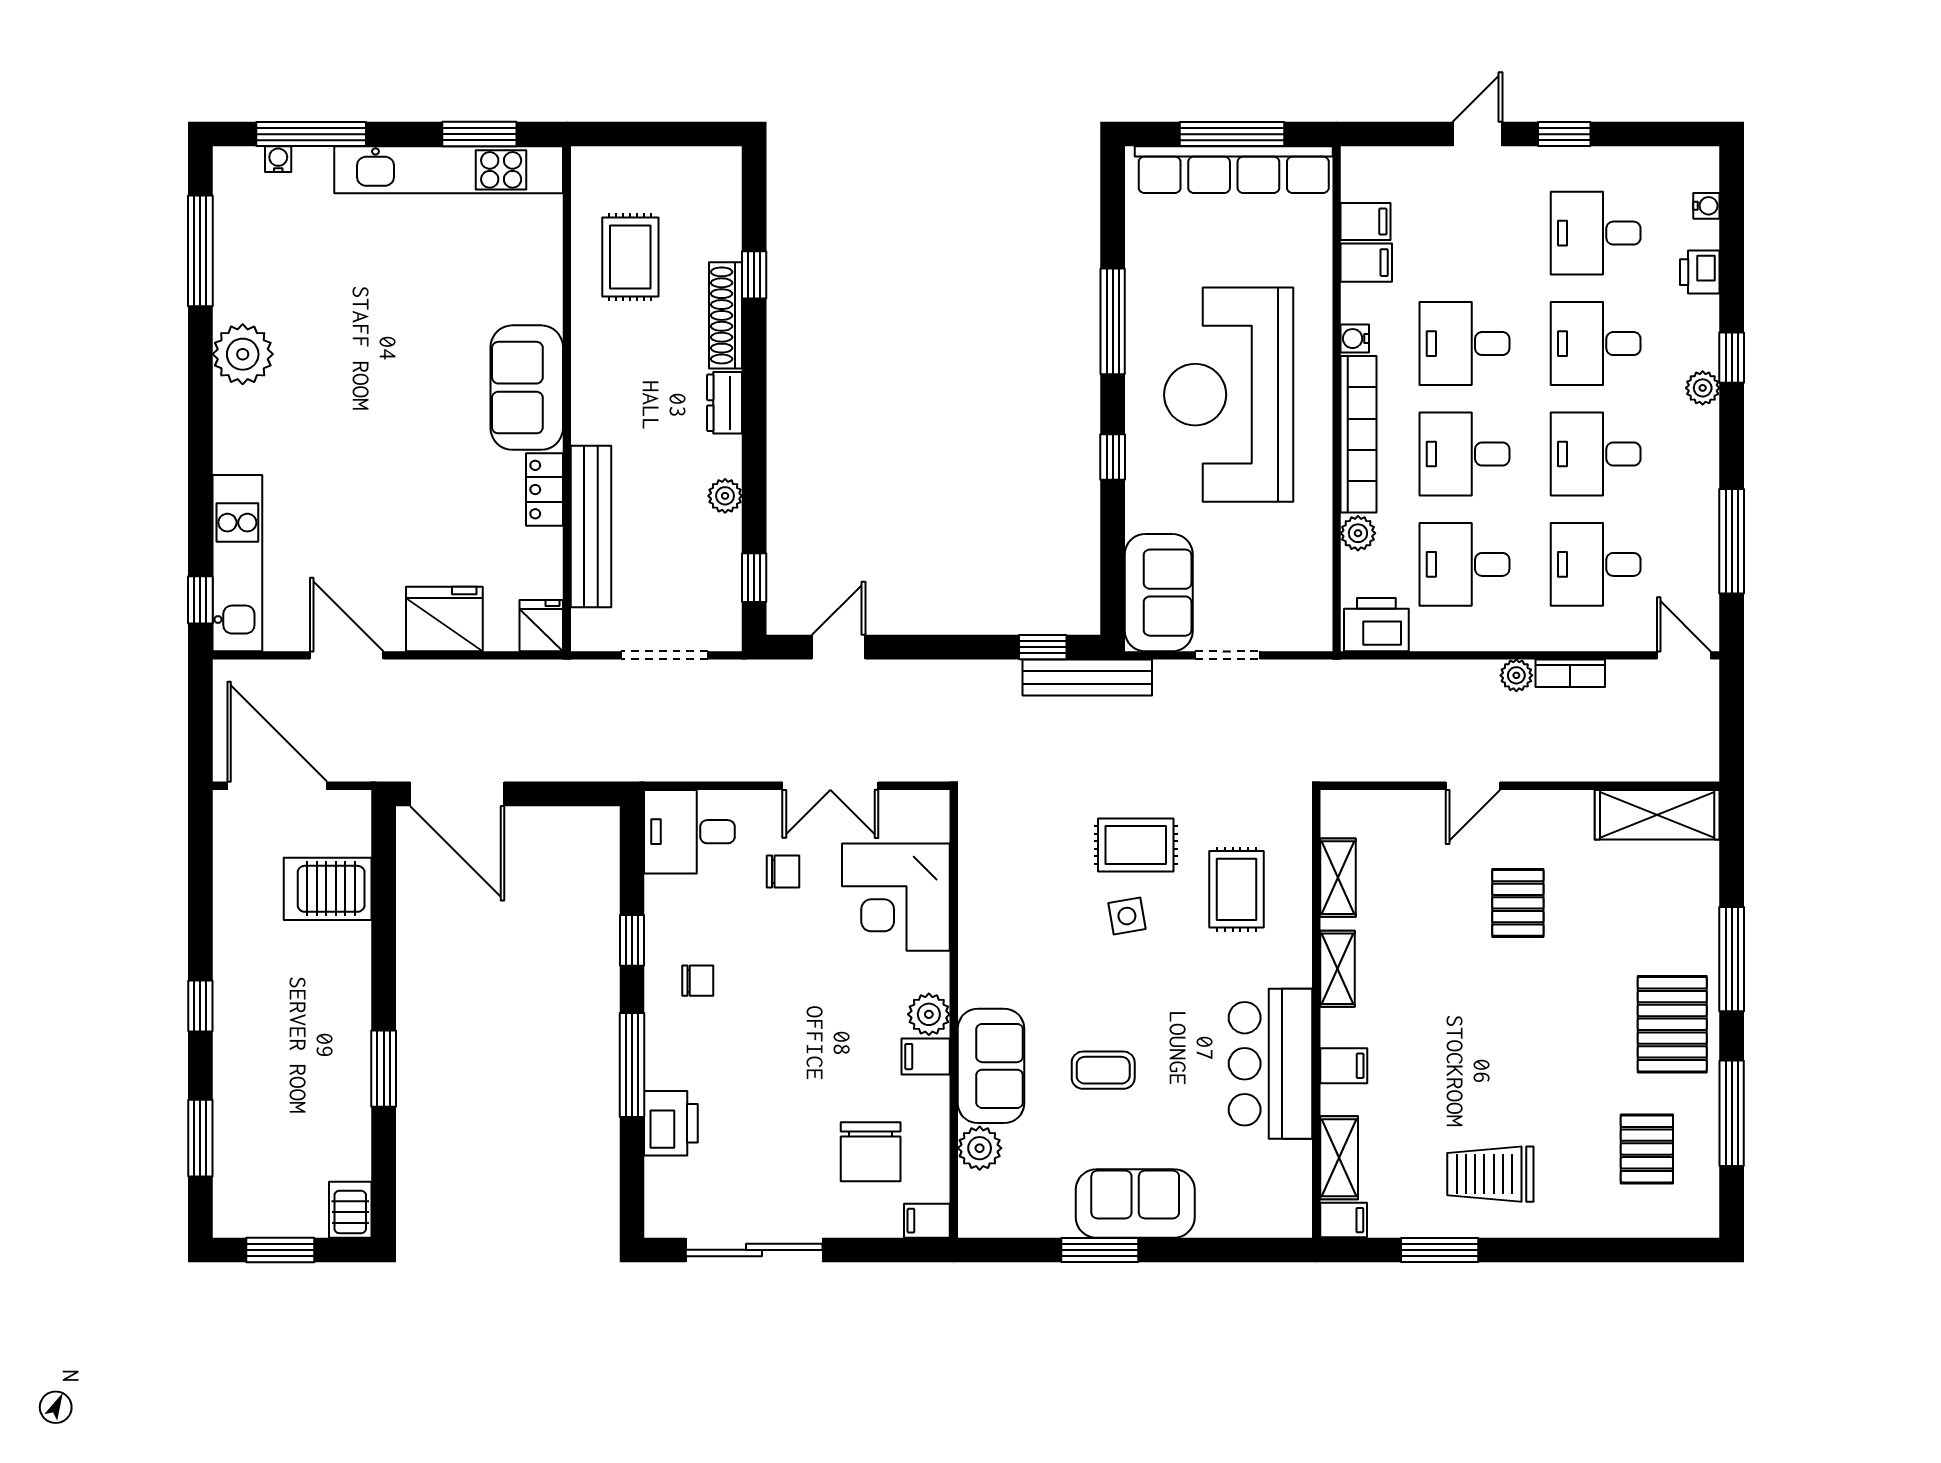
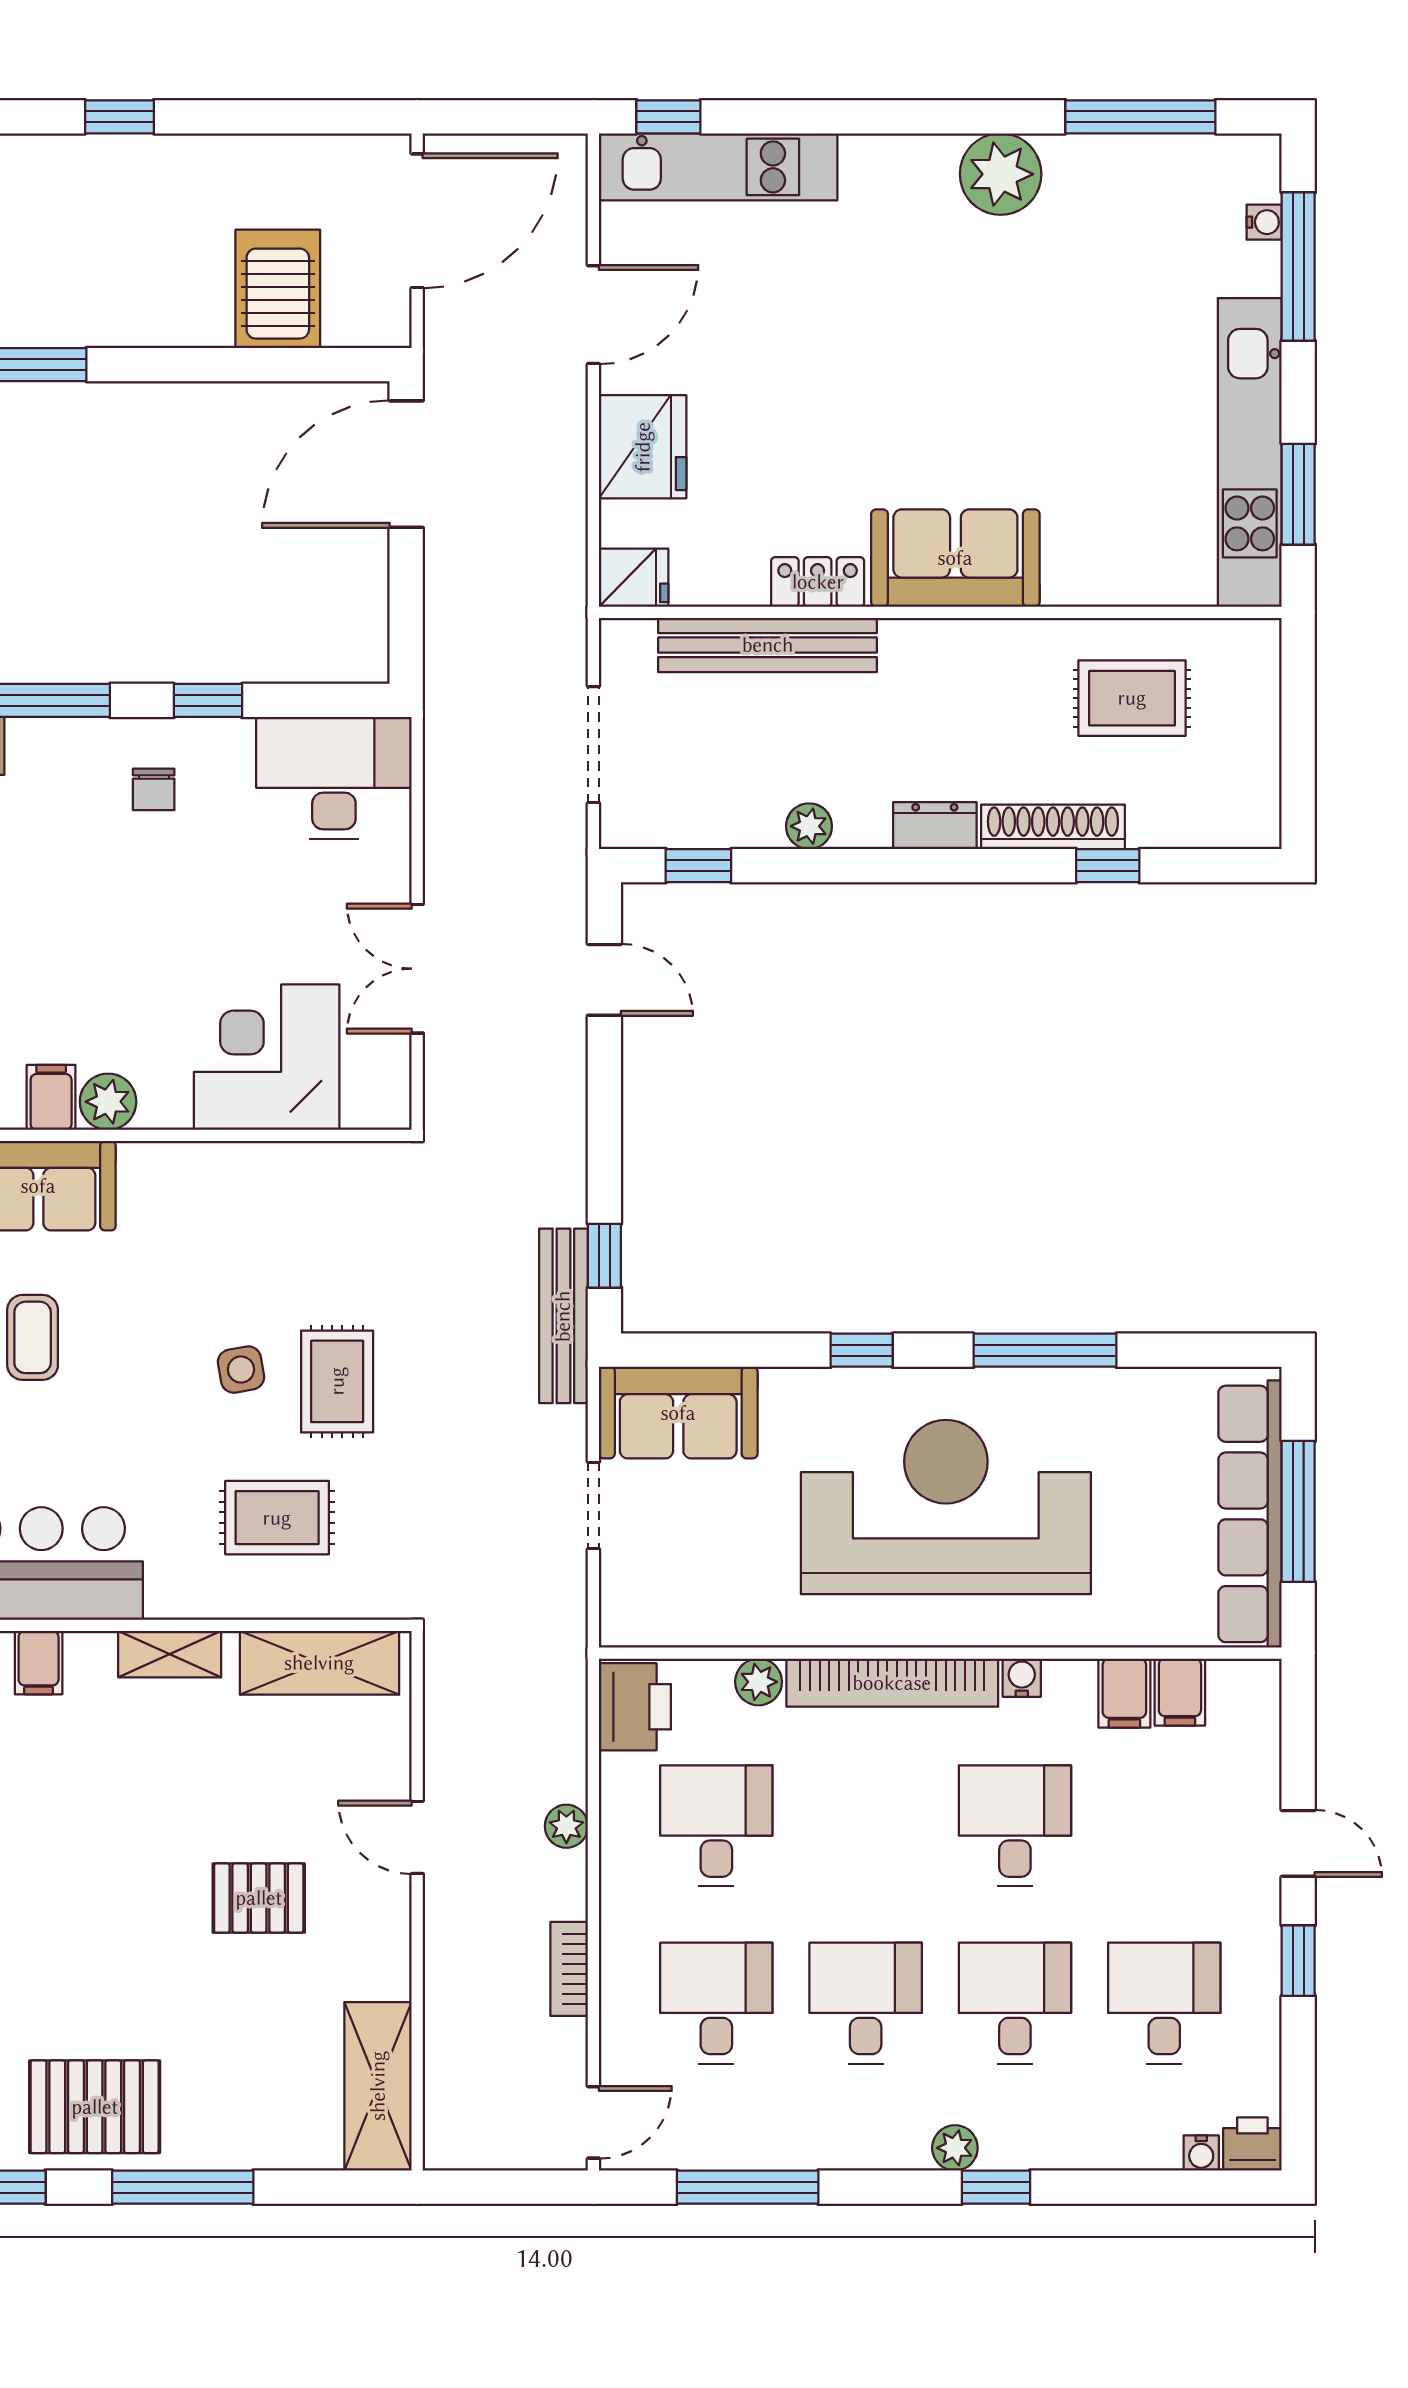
printer: (1700, 272) -> (1252, 2144), moved
desk: (1464, 454) -> (866, 1826), removed
plant: (1516, 675) -> (566, 1826), moved
desk: (689, 832) -> (334, 778), width x1.37
chair: (783, 872) -> (301, 904), removed
shelving: (1338, 878) -> (319, 1663), width x1.50, depth x1.33

